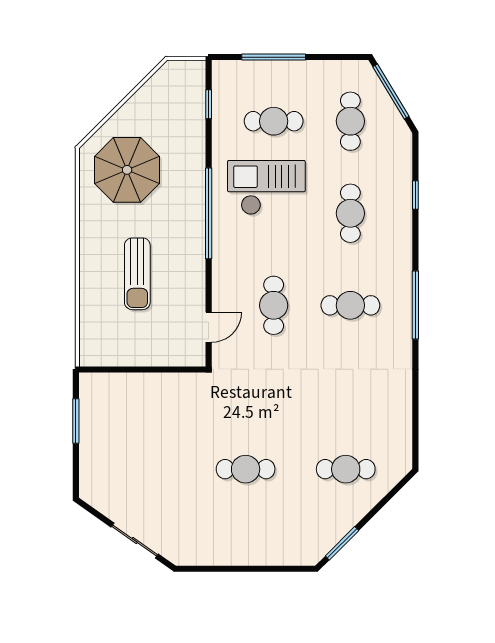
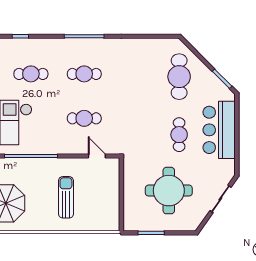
sun lounger: (137, 274) -> (66, 197), turned -90
cafe table: (350, 305) -> (84, 74), turned 90
round table: (149, 451) -> (169, 191), added
cafe table: (346, 469) -> (179, 77), width x1.37, depth x1.35
bar counter: (254, 538) -> (219, 130), added

